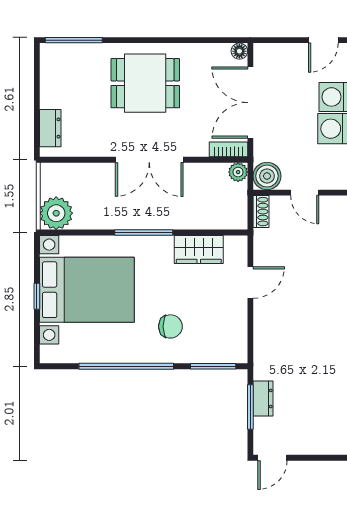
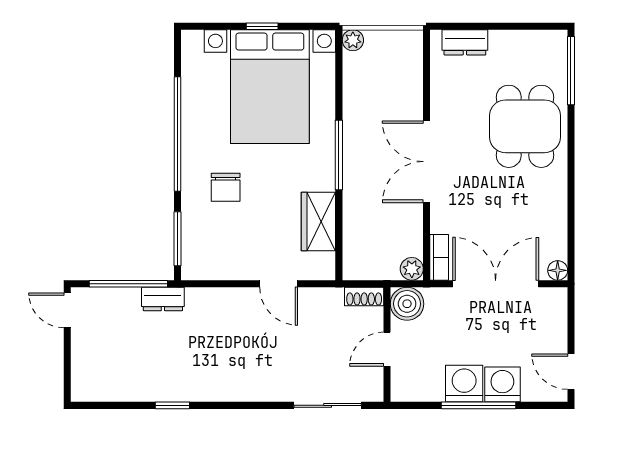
dining table: (145, 83) -> (525, 126), moved
plant: (56, 213) -> (353, 40), width x0.53, depth x0.53
dresser: (263, 398) -> (163, 299), moved
window: (250, 407) -> (128, 284), width x1.44

